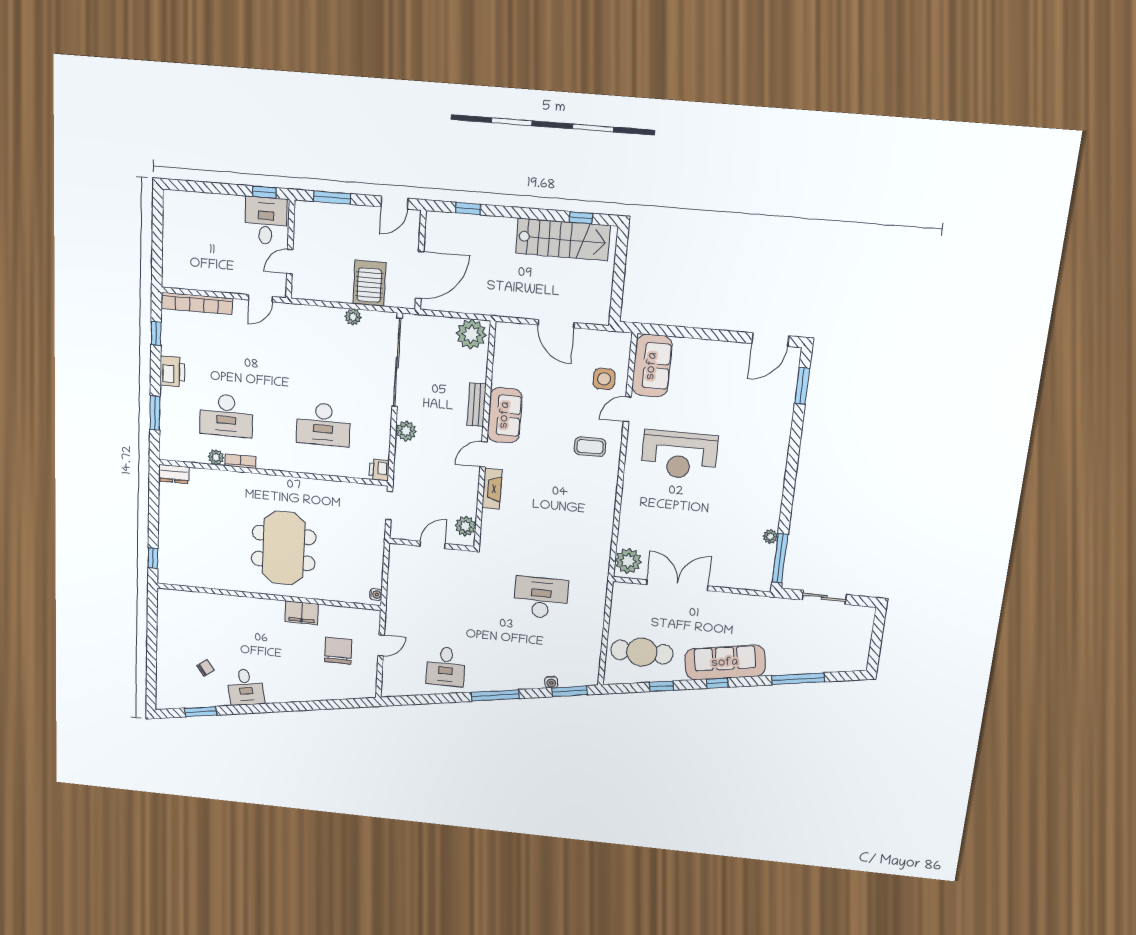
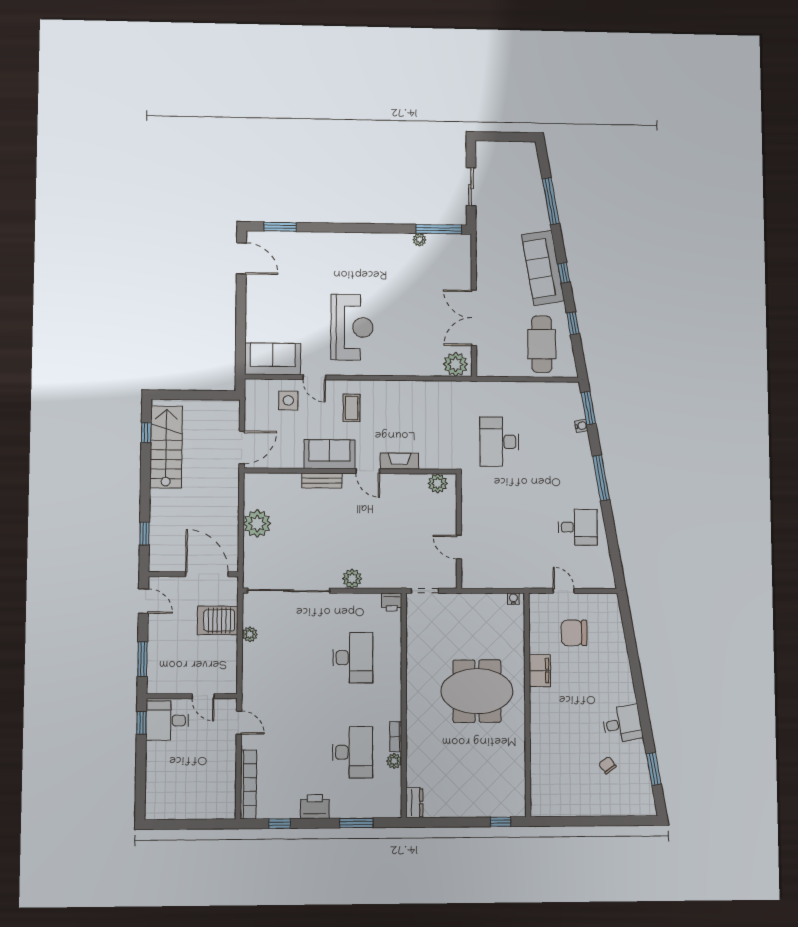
bench: (477, 405) -> (322, 481), moved
sofa: (505, 415) -> (329, 454), moved
wall: (485, 436) -> (351, 471), moved
door: (484, 454) -> (368, 471), moved
fireplace: (492, 489) -> (399, 461), moved
plant: (466, 526) -> (438, 483), moved

